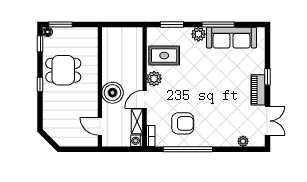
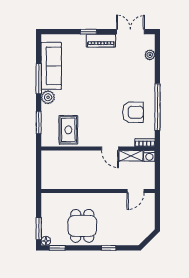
plant: (154, 79) -> (90, 140), removed
window: (40, 84) -> (109, 248), moved
boiler: (112, 93) -> (104, 179), removed
armchair: (183, 123) -> (133, 112), turned 90

